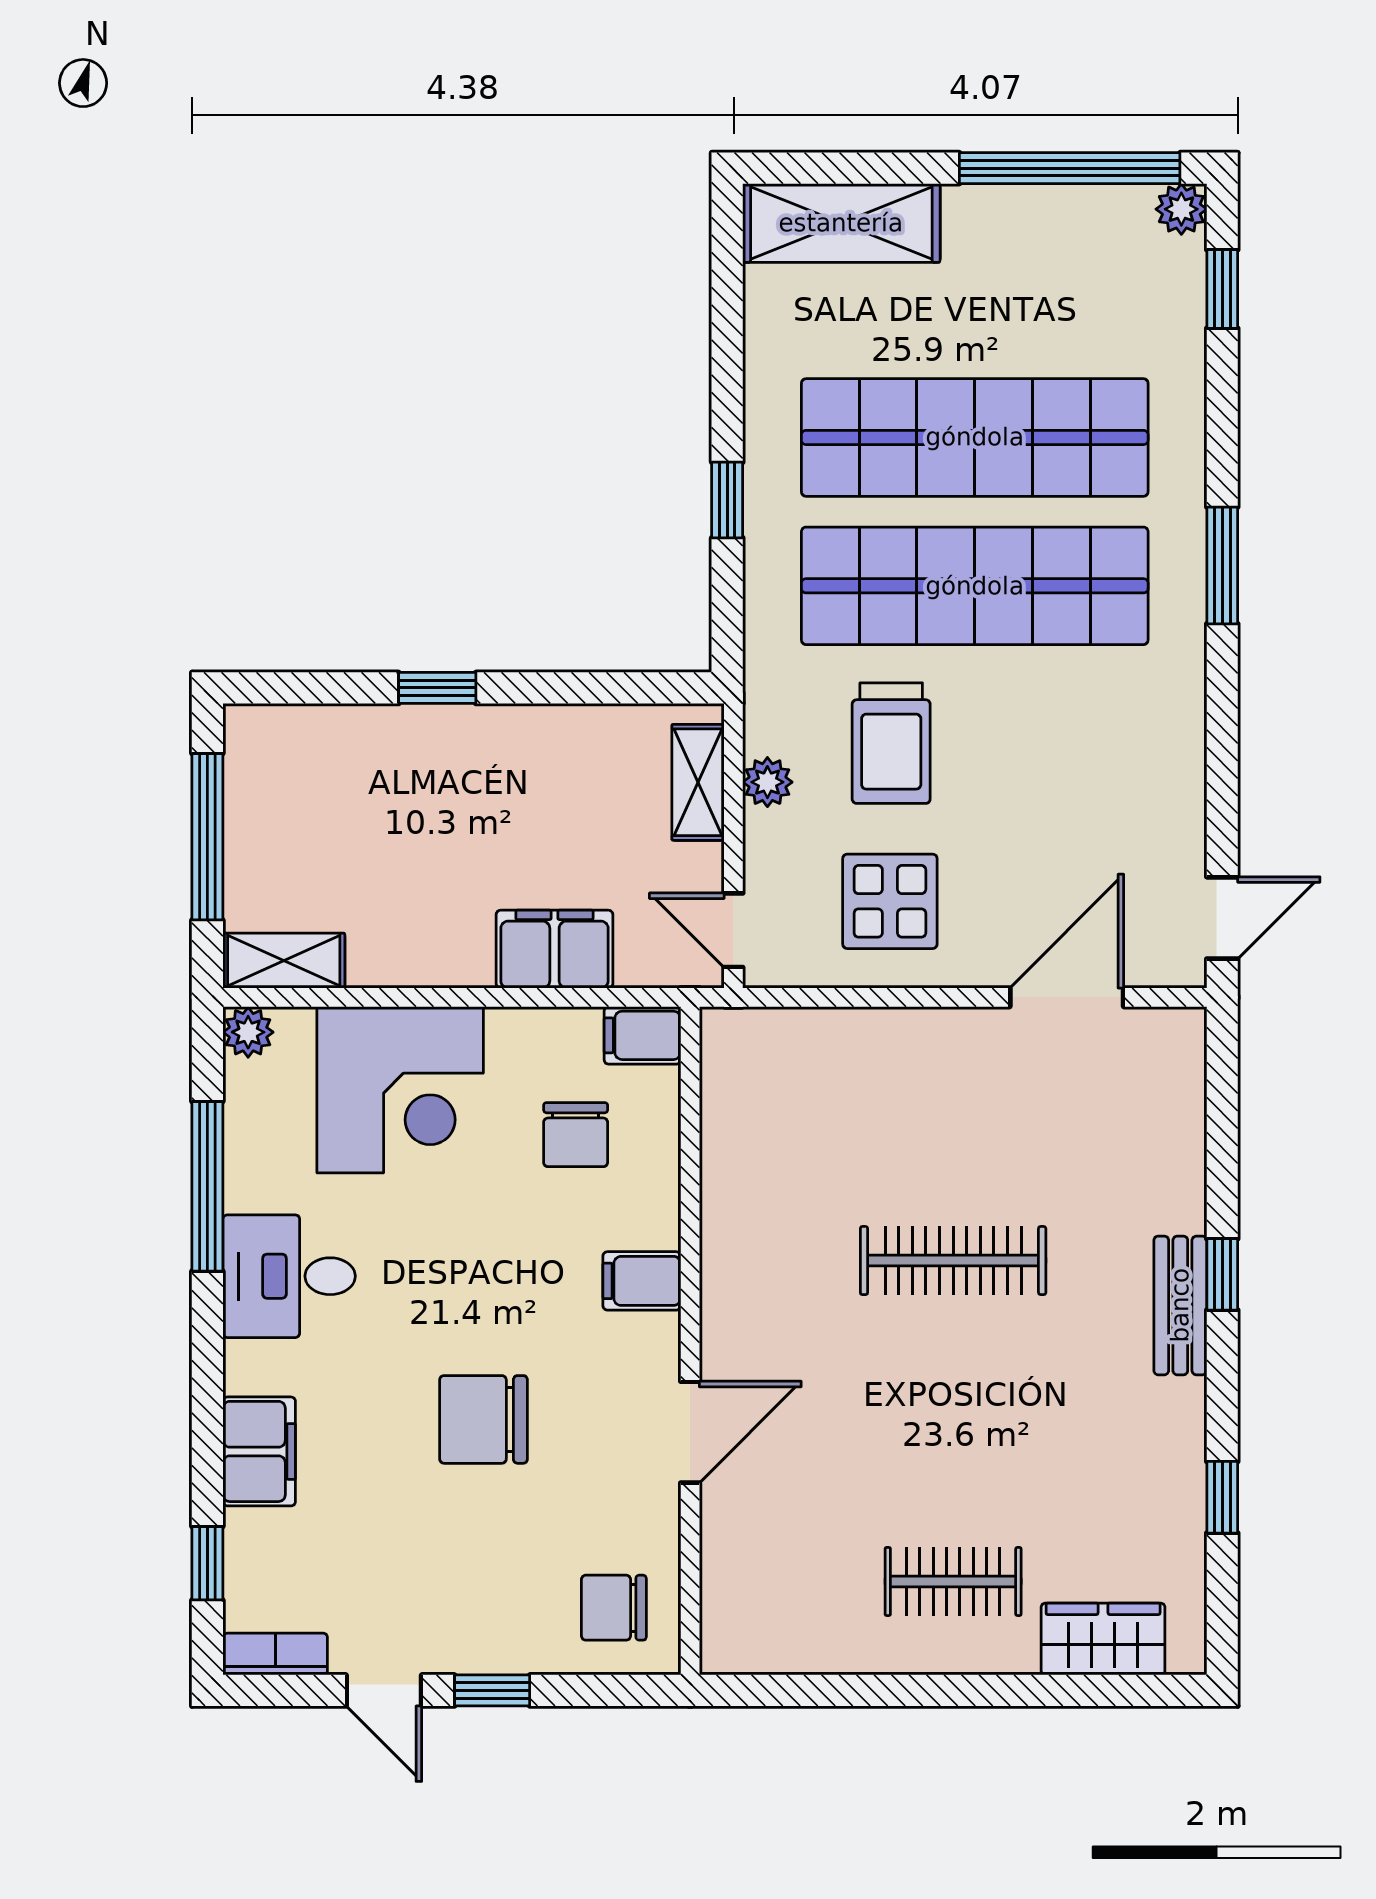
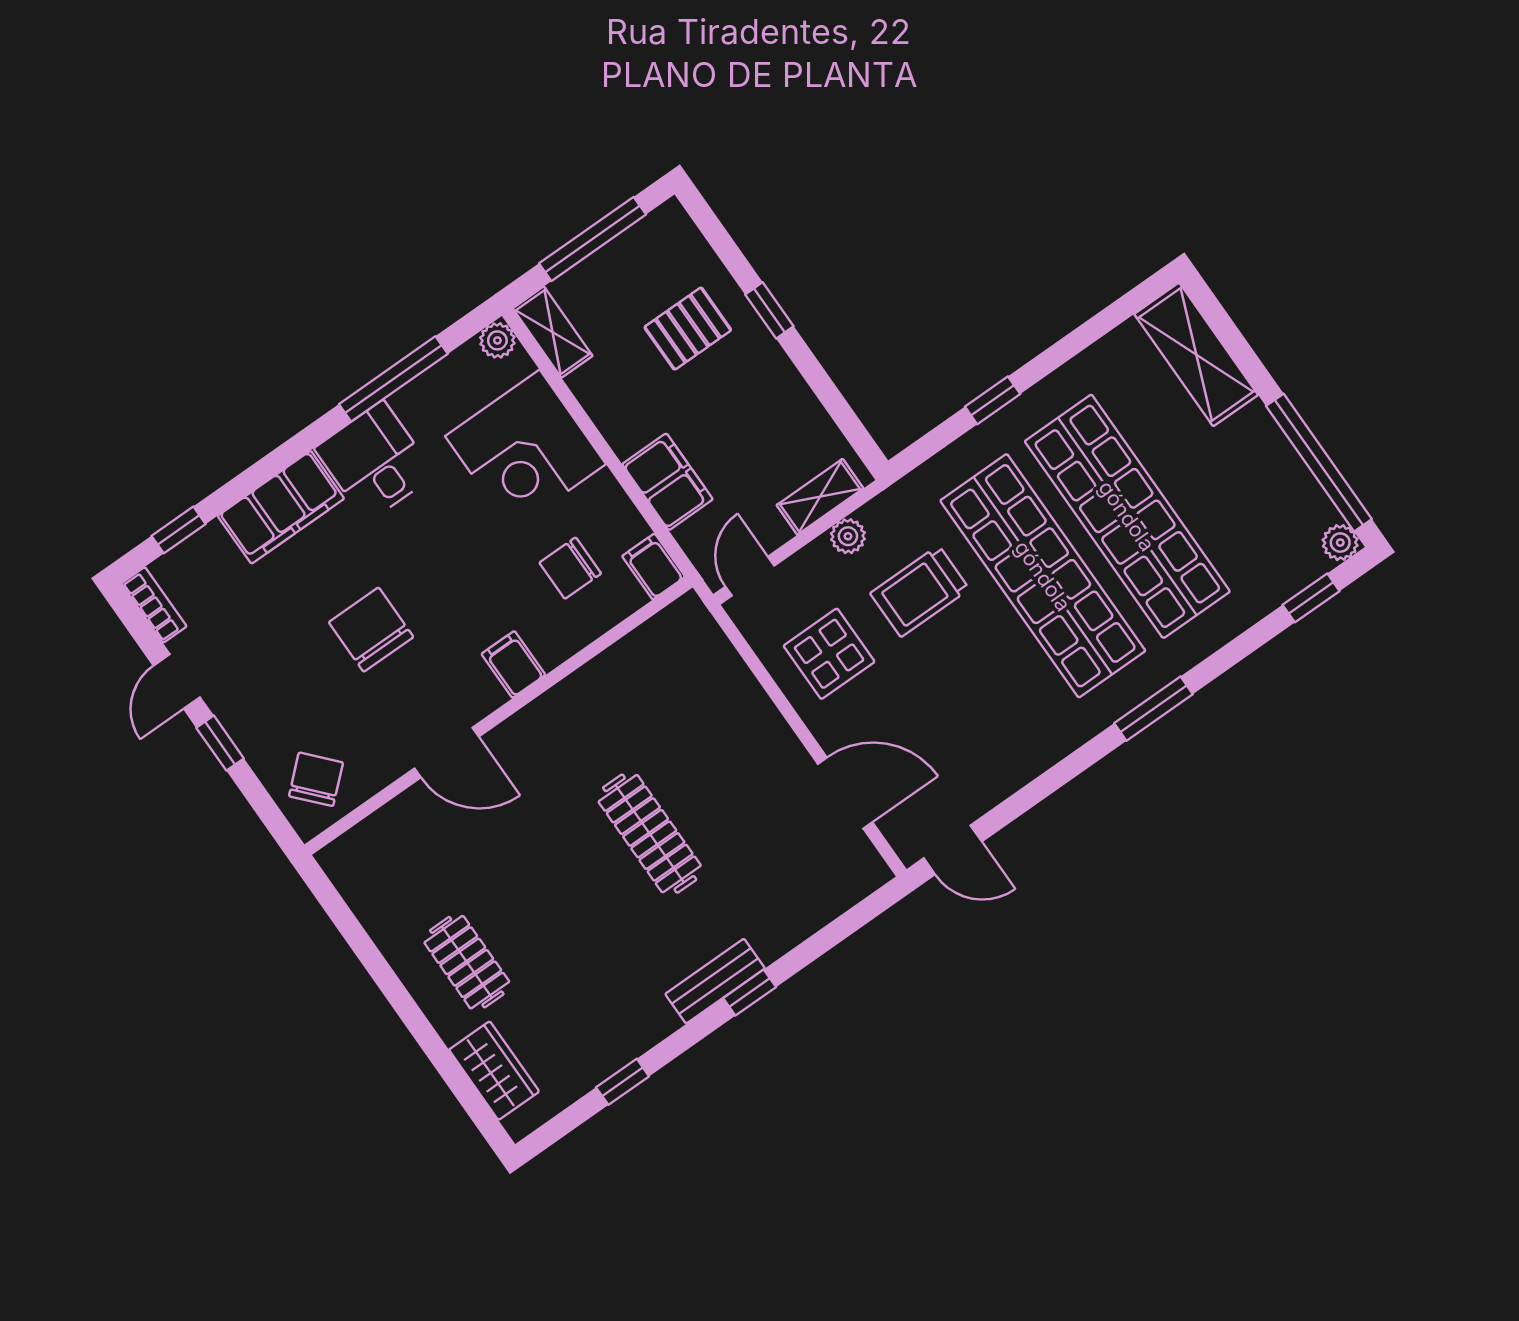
pallet: (391, 799) -> (688, 329), added
filing cabinet: (259, 1451) -> (281, 507), width x1.50, depth x1.17
chair: (614, 1608) -> (316, 779), turned 48

